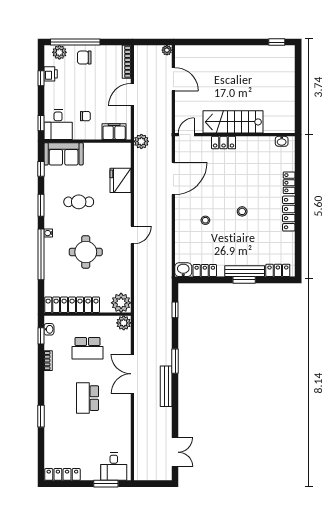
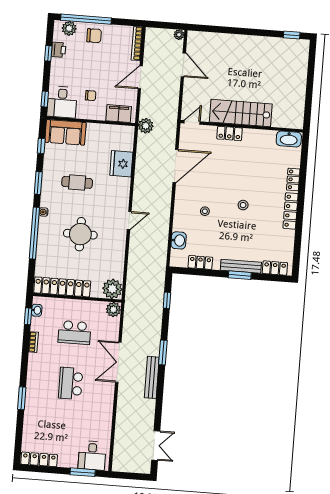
chair: (84, 58) -> (94, 36), turned 180
washbasin: (282, 141) -> (289, 139), width x1.91, depth x1.45
washbasin: (183, 270) -> (179, 240), moved, turned 90

